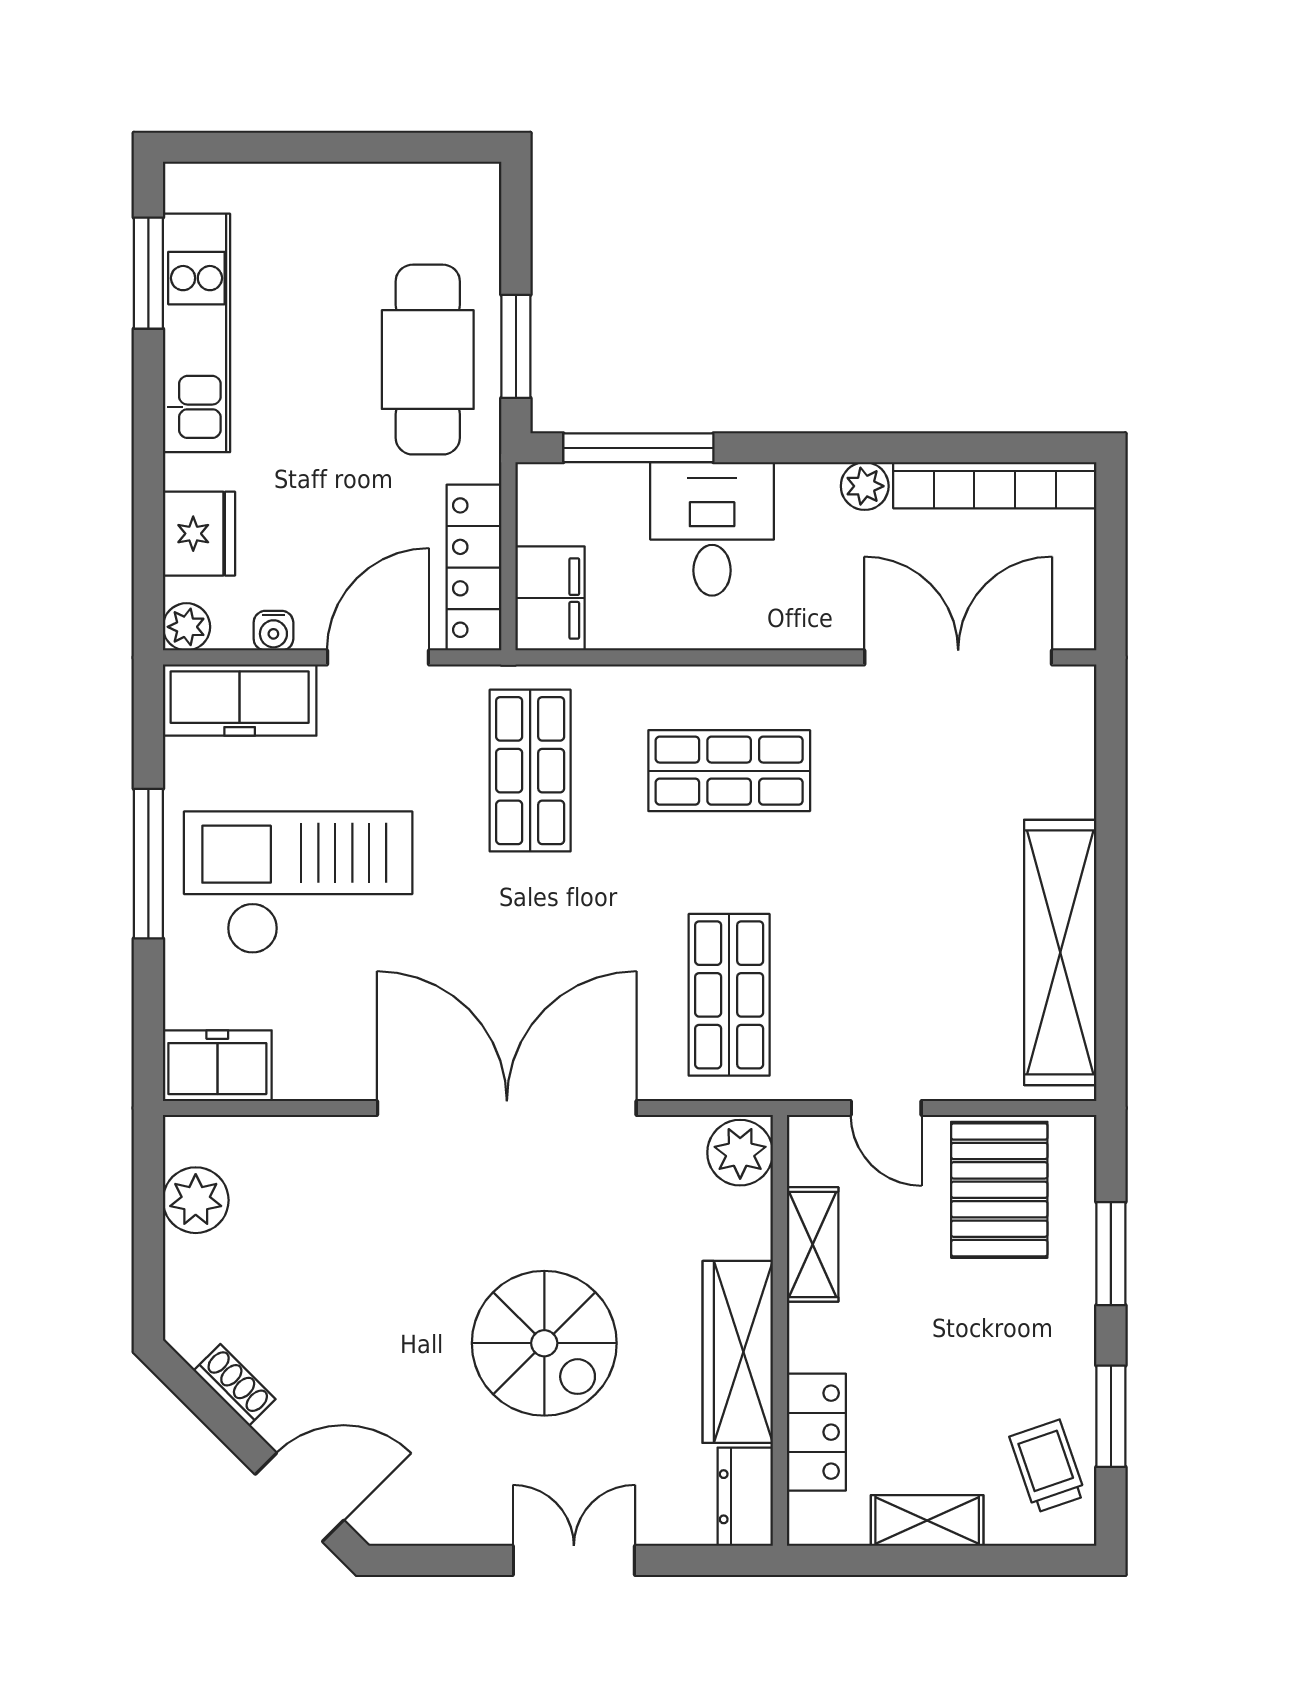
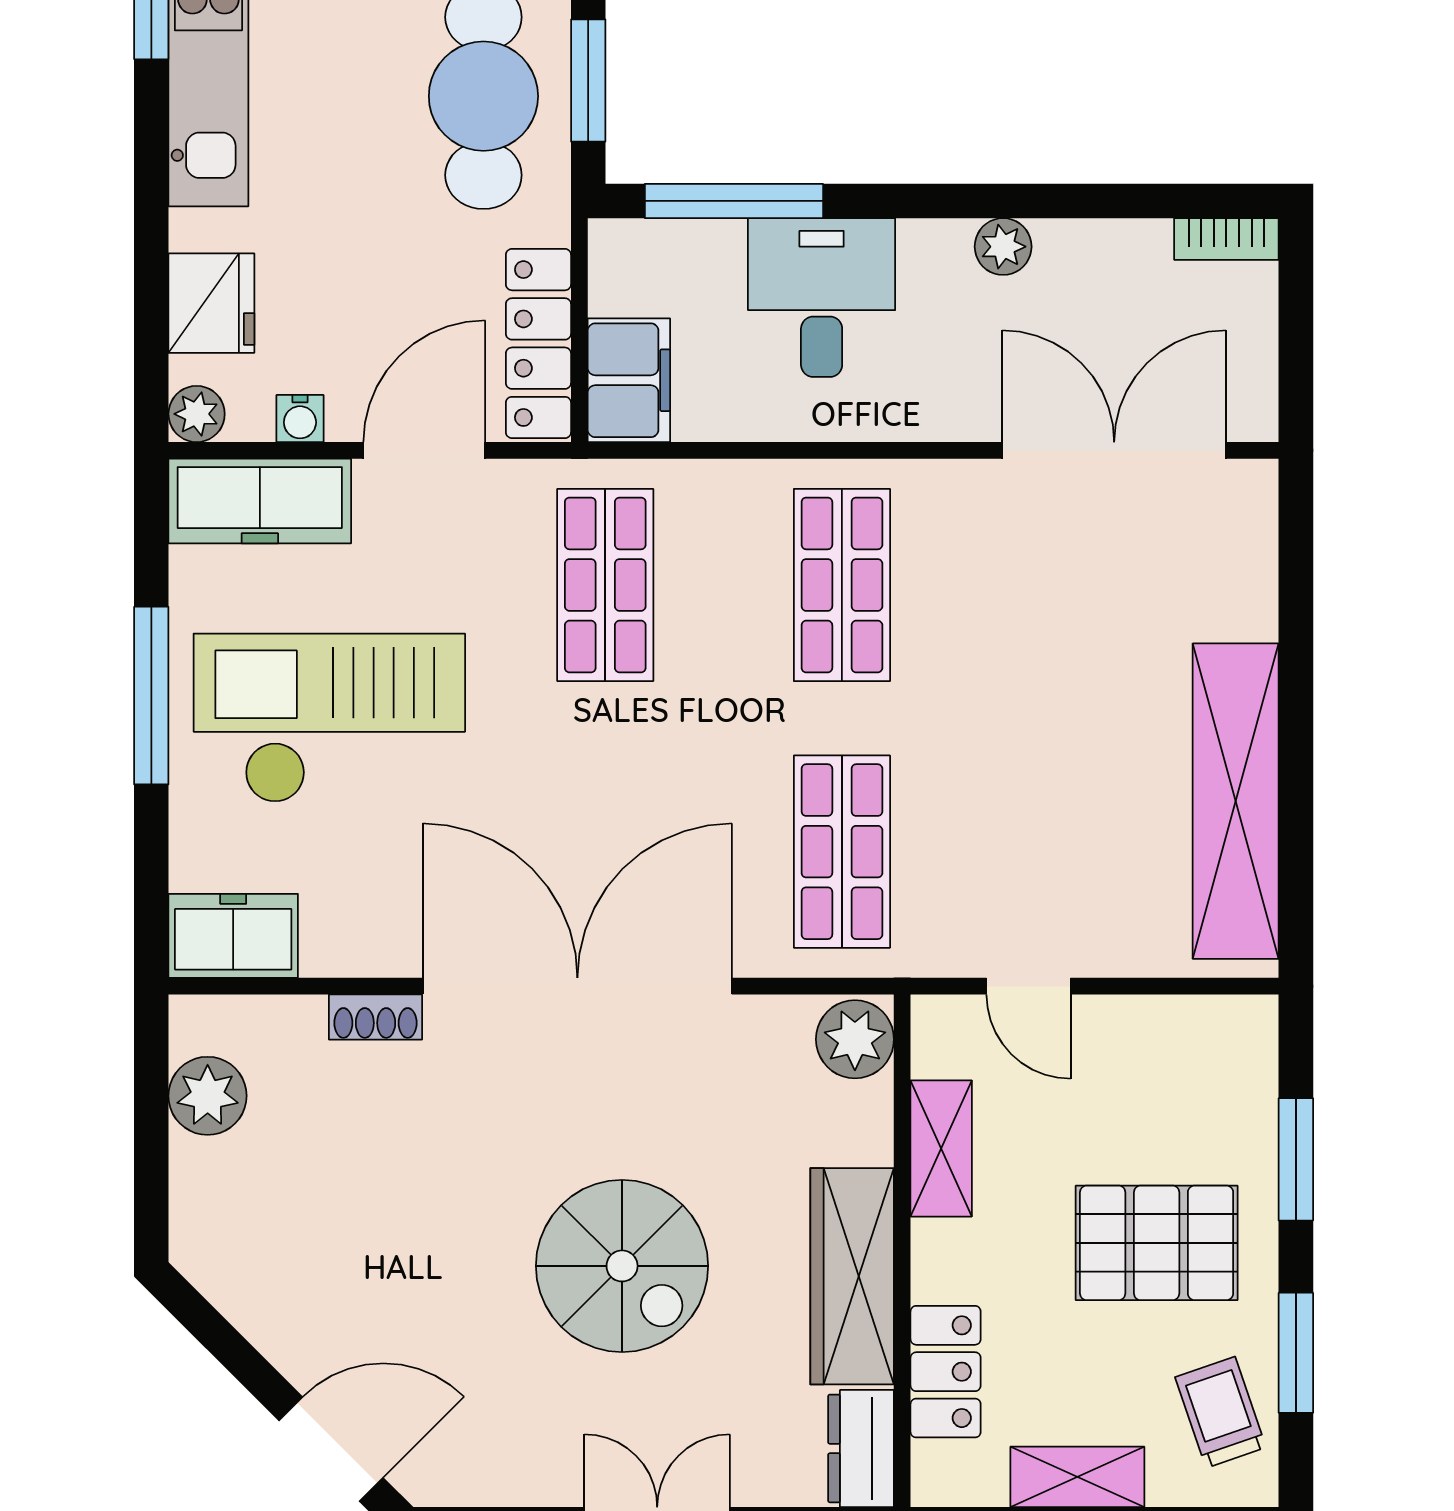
bookcase: (995, 485) -> (1226, 239), width x0.43, depth x0.76
shop shelf: (729, 771) -> (842, 585), turned 90
pallet: (999, 1190) -> (1157, 1243), moved, turned 90
shoe rack: (235, 1385) -> (375, 1017), moved, turned 135

